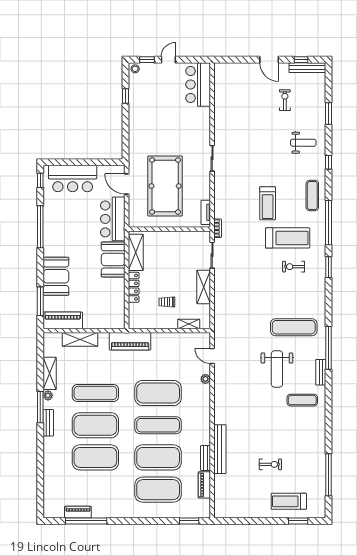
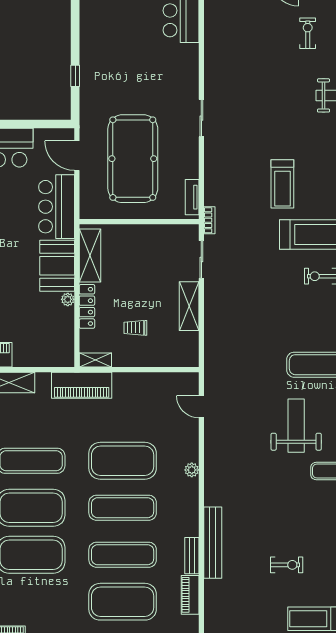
window: (126, 96) -> (75, 76), moved
plant: (120, 282) -> (68, 299), added
shelving: (189, 324) -> (95, 360), moved
weight bench: (277, 369) -> (296, 426), turned 180
plant: (205, 379) -> (192, 470), moved
exercise mat: (158, 457) -> (123, 555), width x0.68

